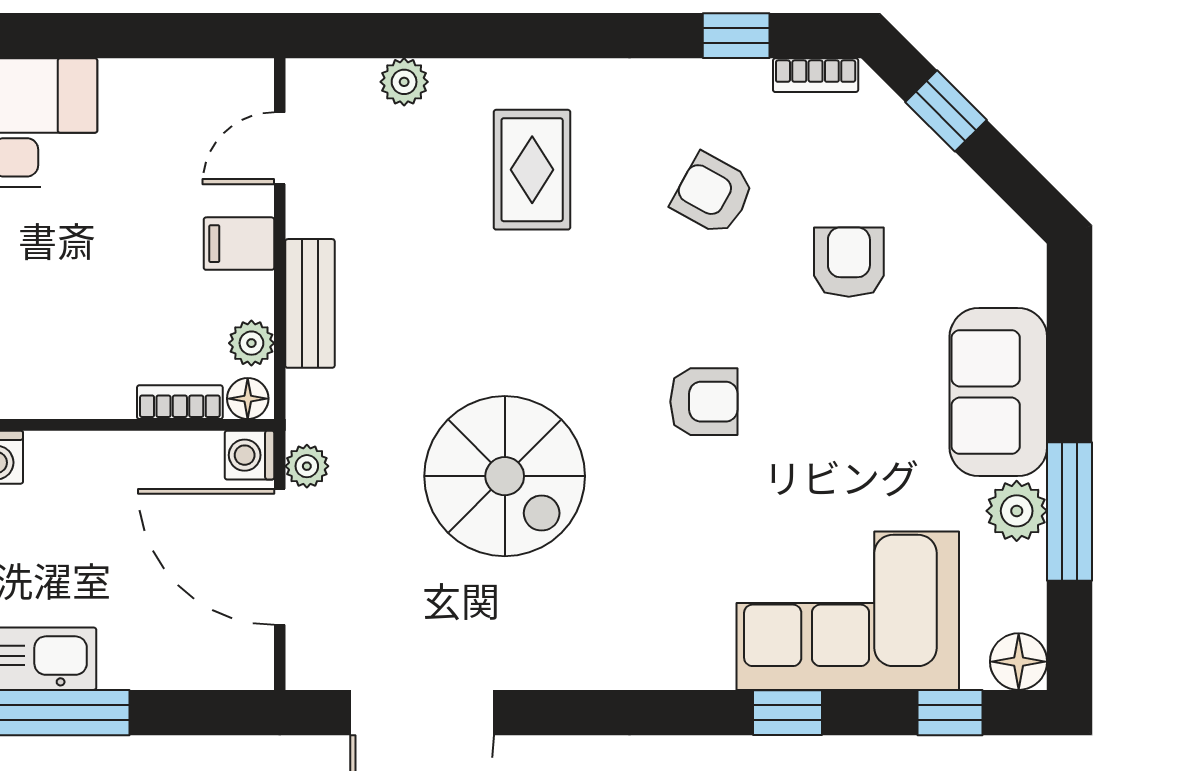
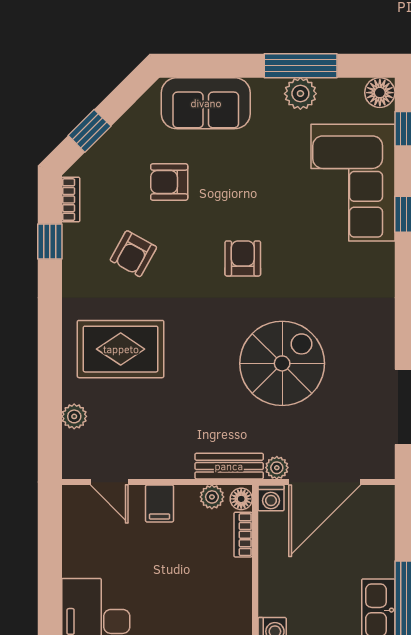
rug: (532, 170) -> (121, 349), width x1.36, depth x1.43
bench: (310, 303) -> (229, 466), moved
sofa: (998, 392) -> (206, 103), moved

